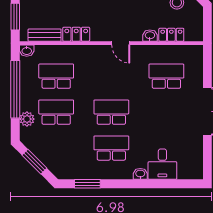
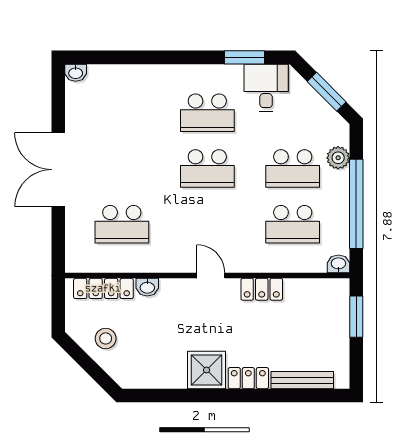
bench: (45, 35) -> (311, 288), removed
locker: (171, 35) -> (103, 288), width x1.53
door: (121, 43) -> (211, 276), moved
desk: (162, 164) -> (266, 88), moved
washbasin: (140, 174) -> (76, 73), moved

